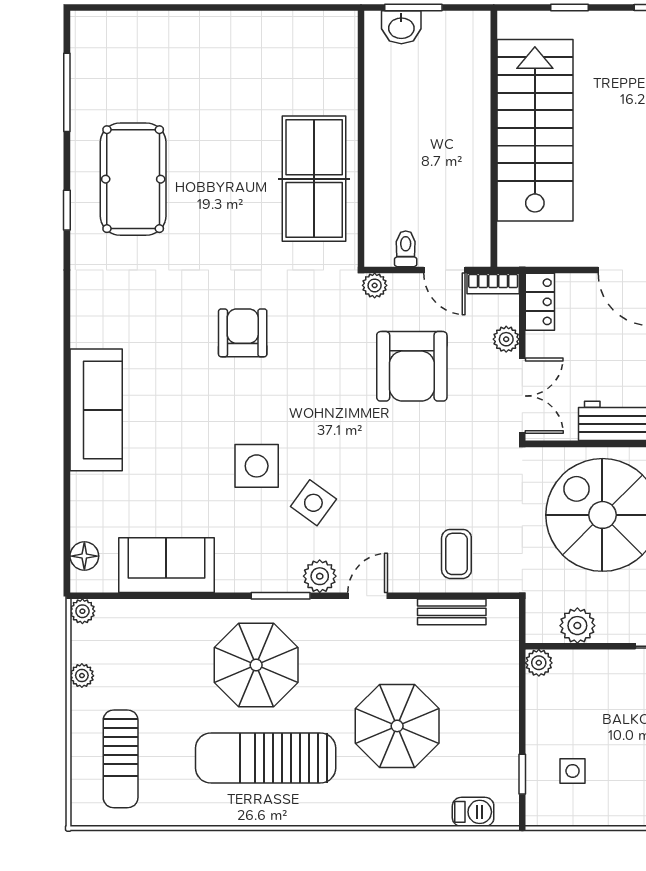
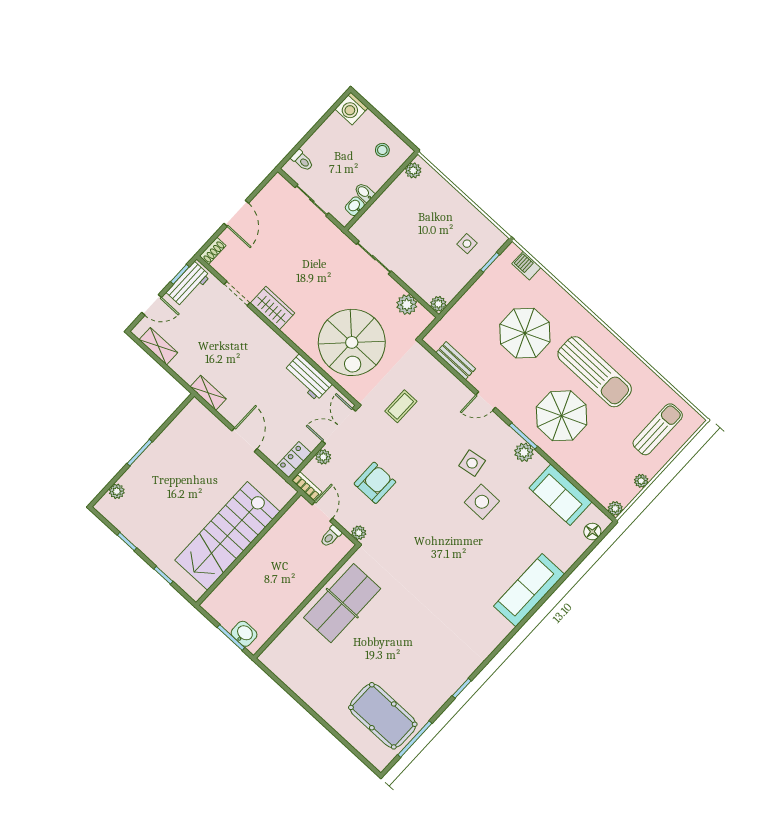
pool table: (133, 179) -> (383, 716), moved, turned 90
armchair: (243, 333) -> (435, 565), removed
armchair: (412, 366) -> (375, 483), width x0.73, depth x0.73
side table: (313, 503) -> (472, 463), turned 45
coffee table: (456, 554) -> (401, 406), moved
plant: (320, 576) -> (524, 452), moved

